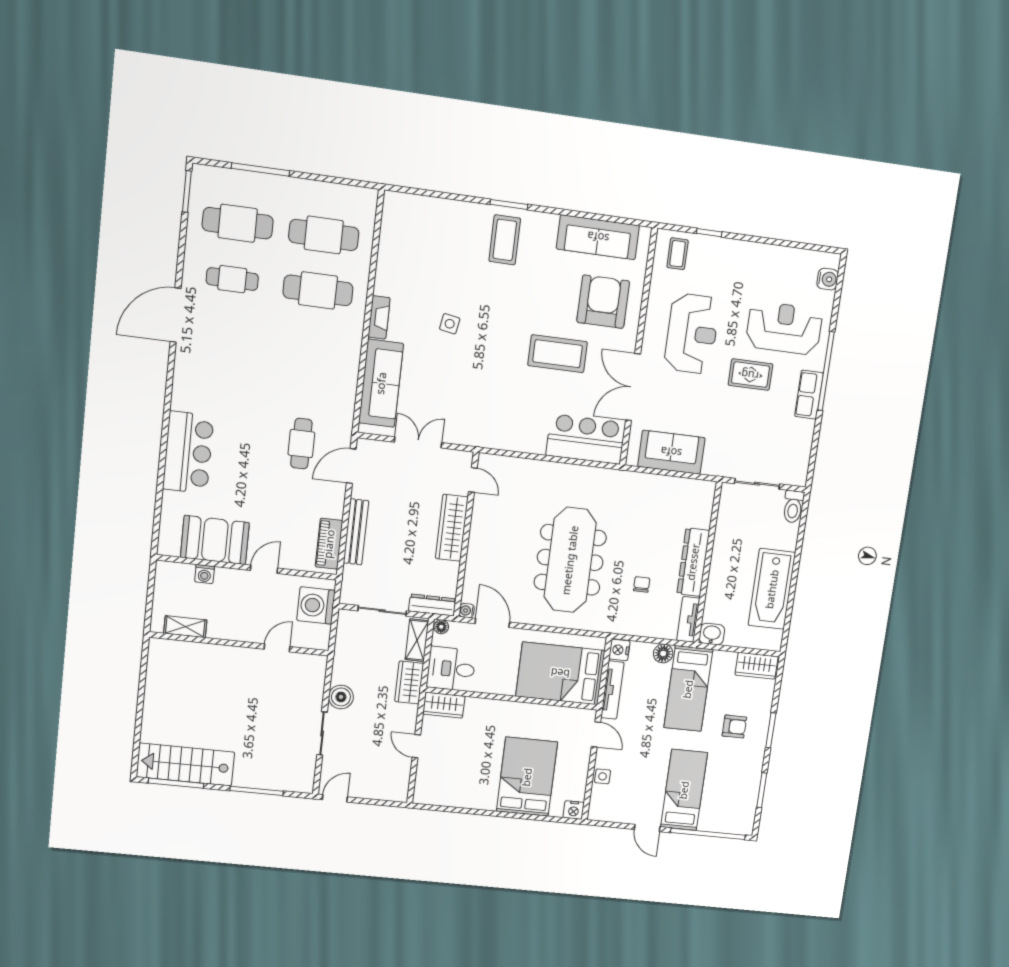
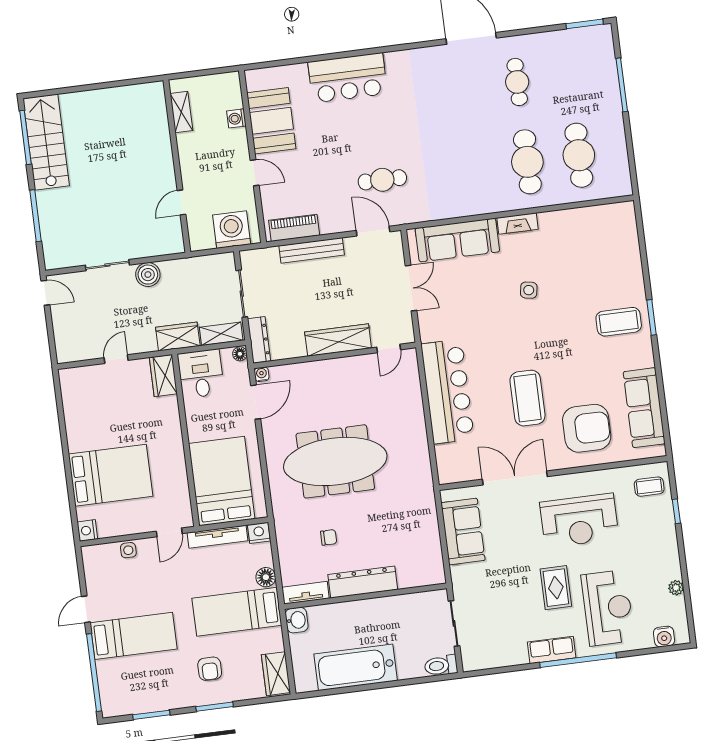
cafe table: (238, 223) -> (569, 75), removed
plant: (784, 254) -> (676, 588), added
bar counter: (586, 439) -> (448, 392), moved, width x1.36
door: (277, 648) -> (182, 202), swing flipped

